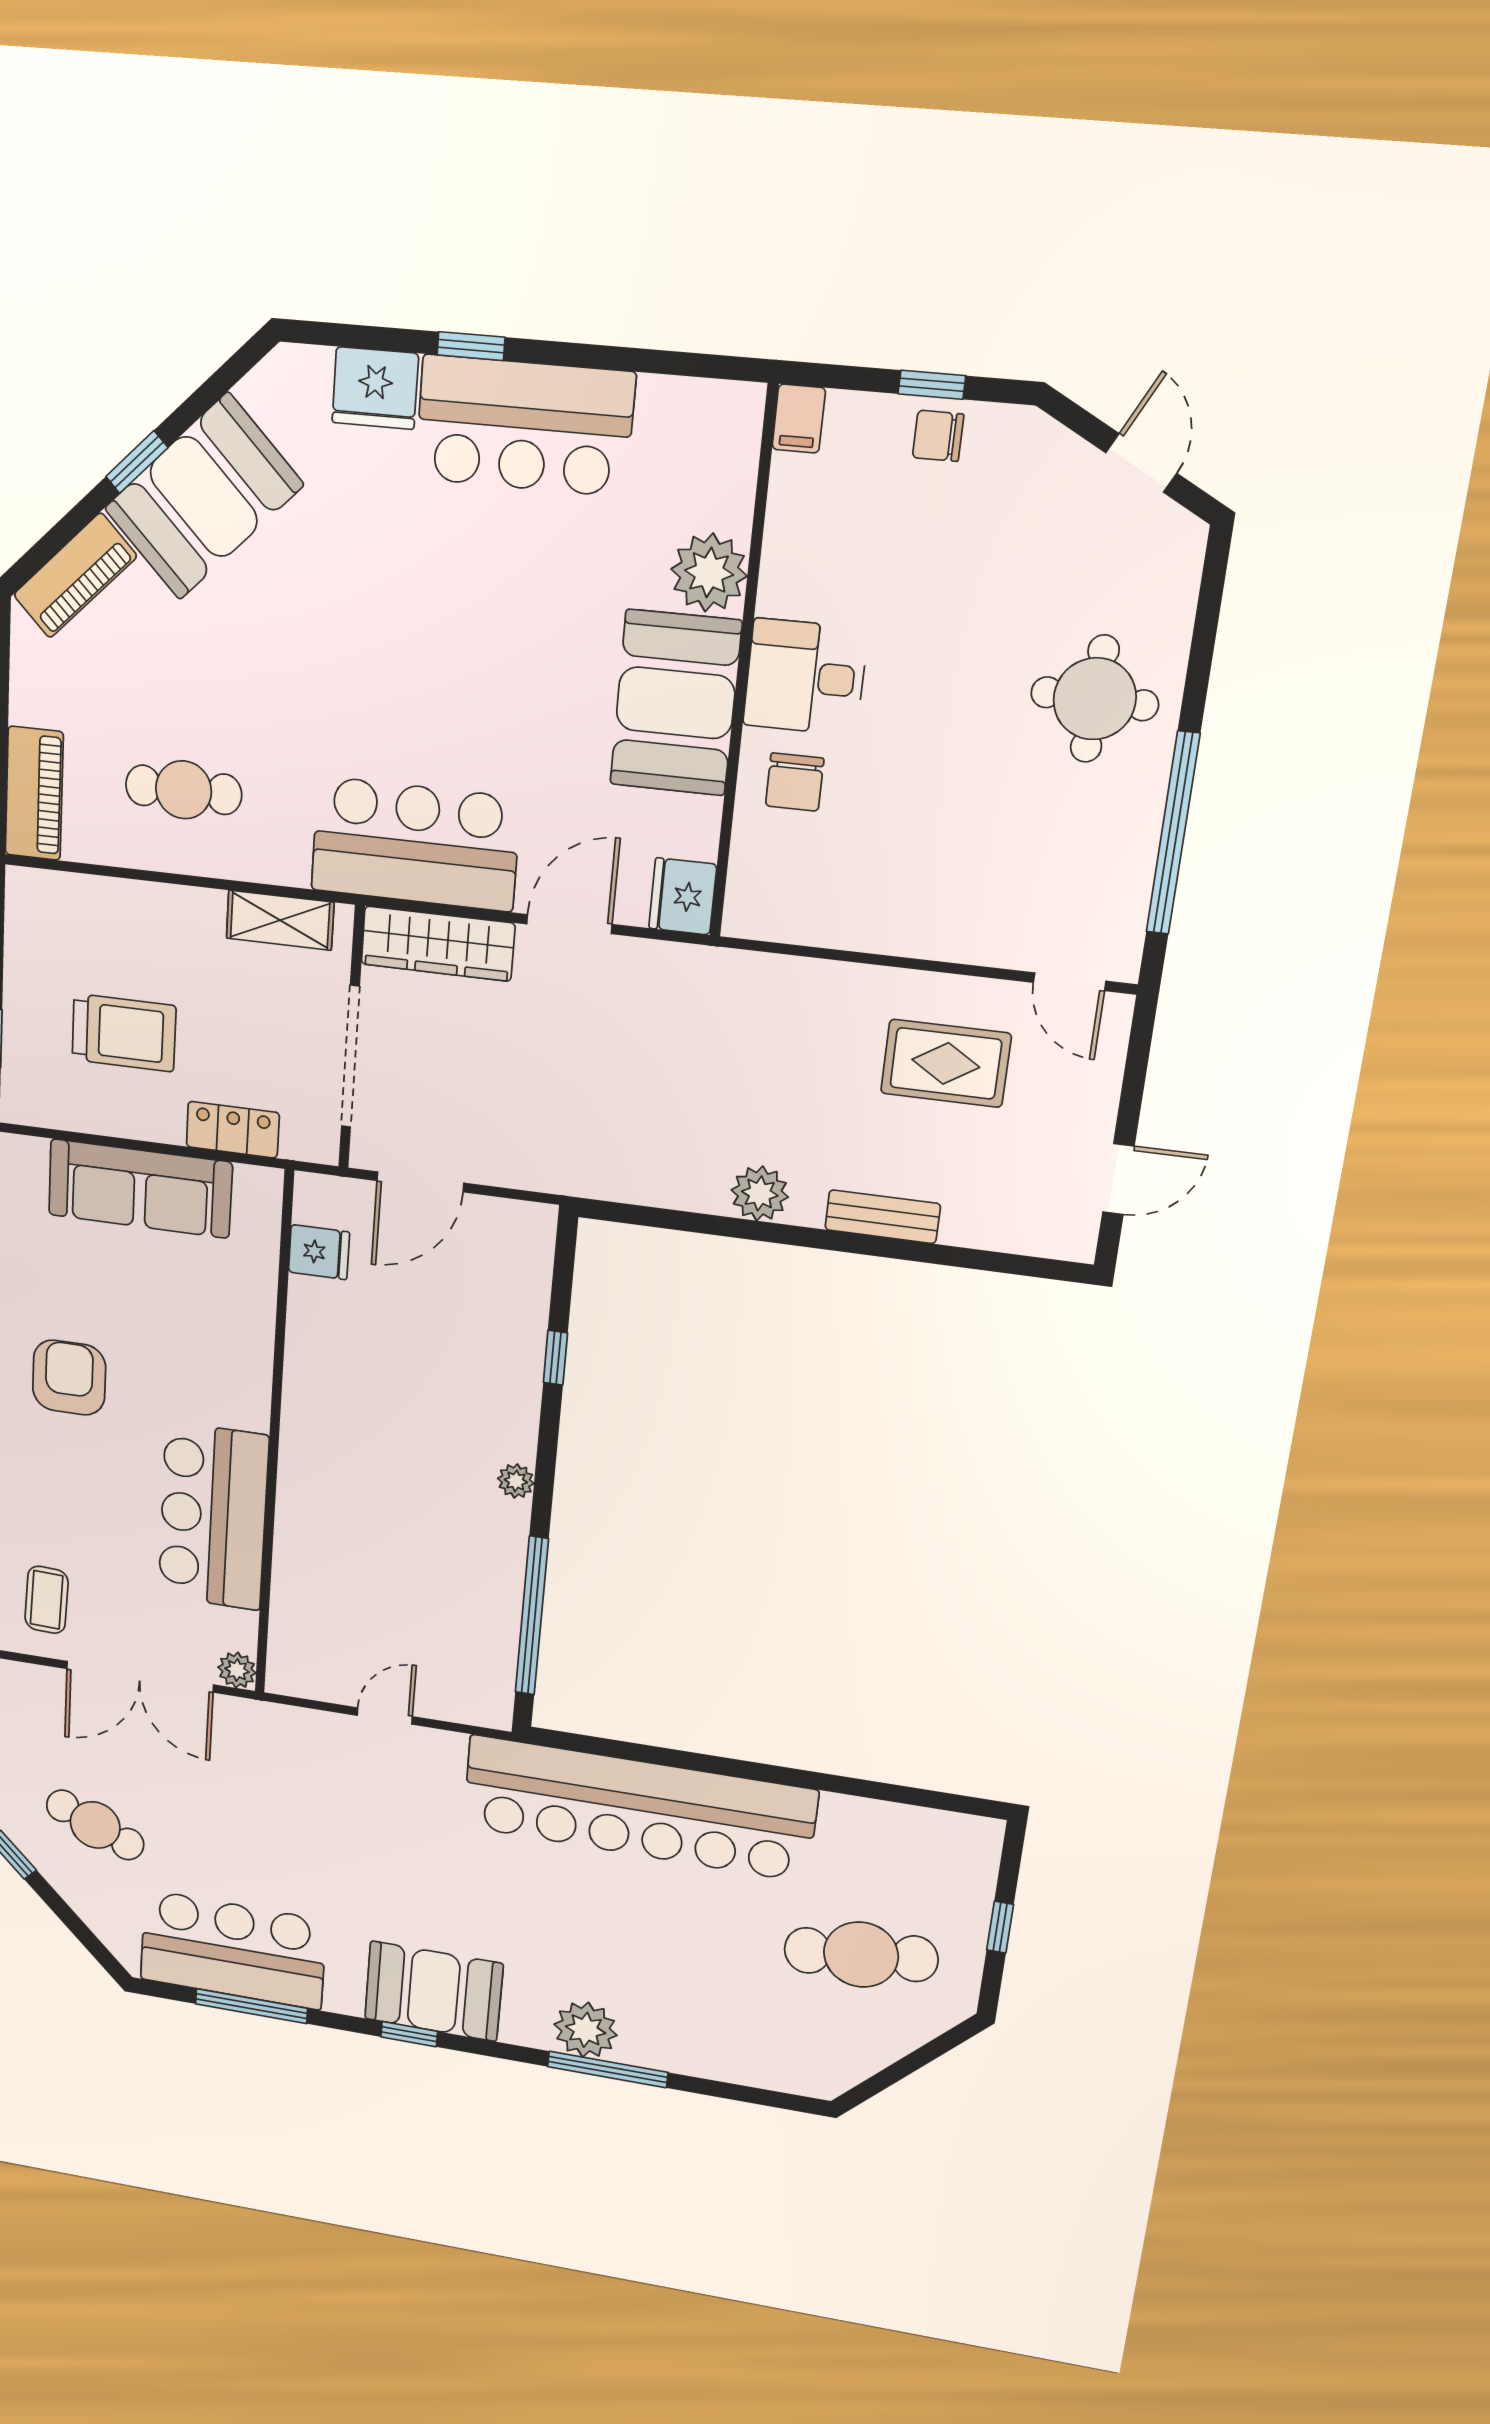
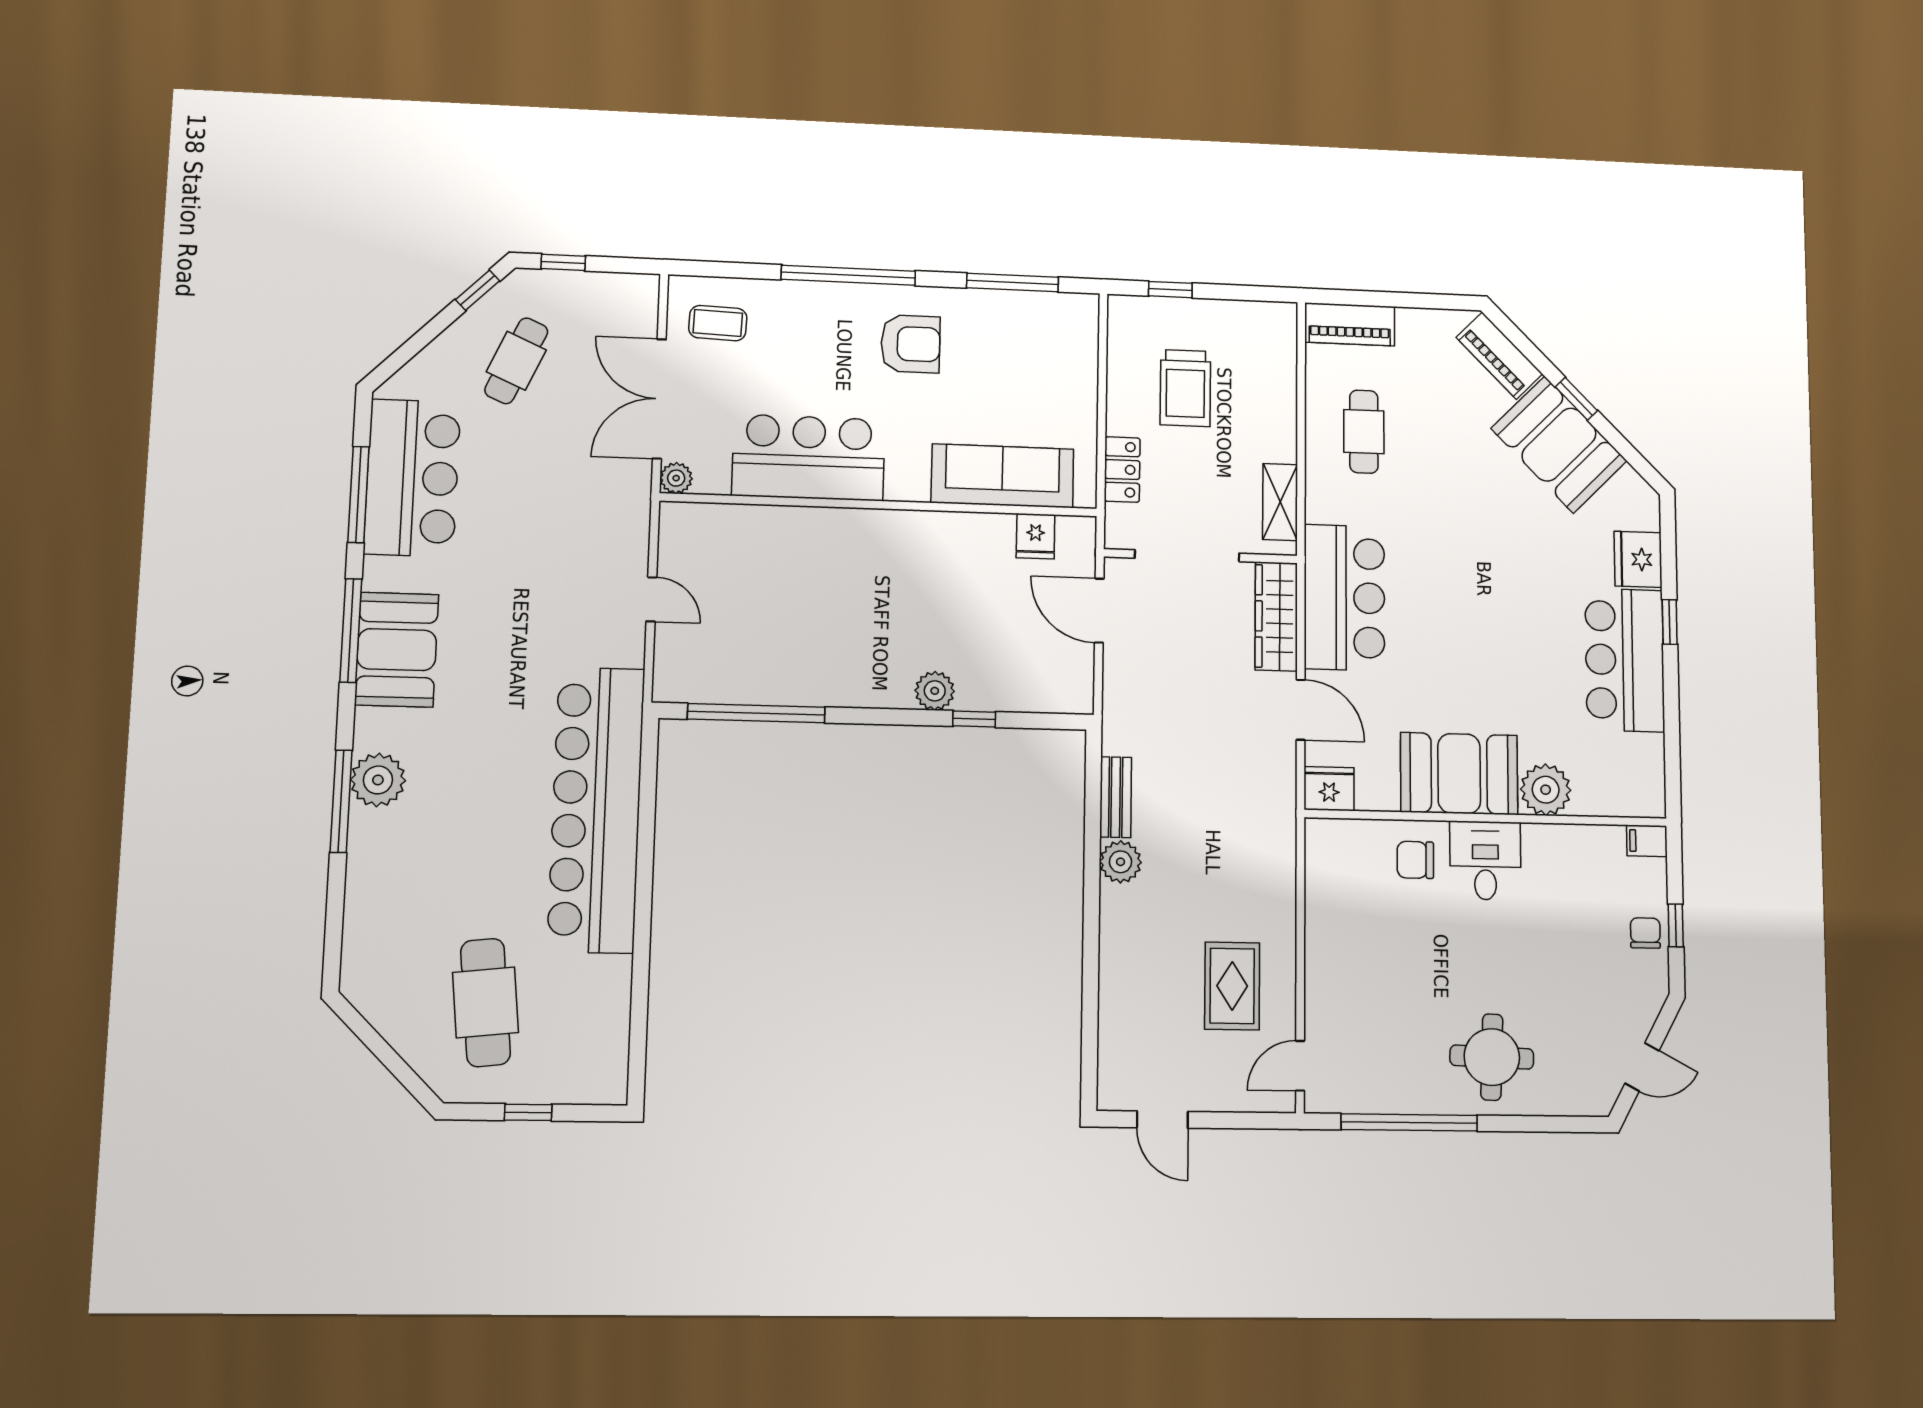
sofa: (140, 1189) -> (1003, 476), moved, turned 90
bench: (883, 1217) -> (1116, 797), moved
plant: (516, 1481) -> (935, 691), moved, width x1.38, depth x1.38
window: (409, 2034) -> (351, 630), width x2.17

